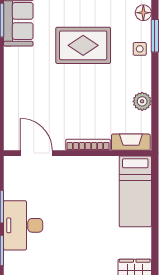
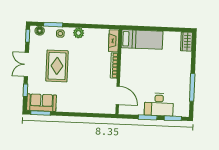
plant: (142, 101) -> (79, 33), moved
door: (36, 153) -> (118, 95), swing flipped

